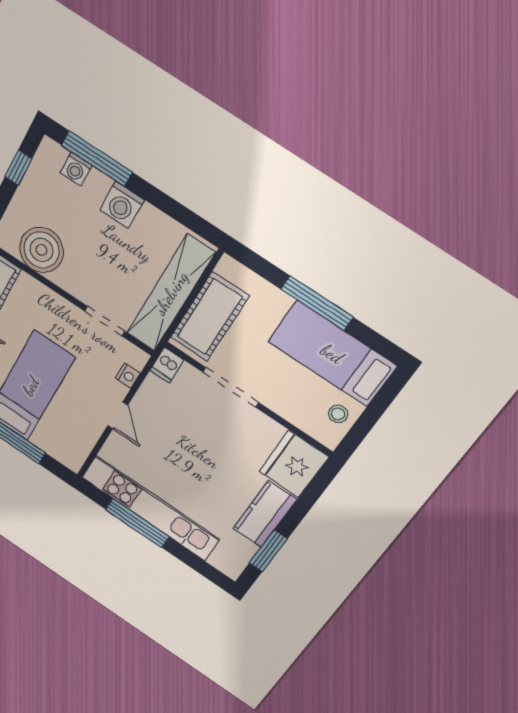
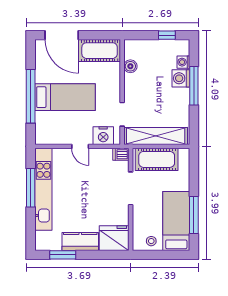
window: (97, 159) -> (194, 86), moved
washing machine: (122, 205) -> (181, 78), moved
boiler: (41, 250) -> (130, 66), width x0.54, depth x0.54
window: (317, 303) -> (194, 215), moved
nightstand: (128, 376) -> (103, 136), width x1.89, depth x1.79
door: (118, 415) -> (80, 146), hinge flipped

